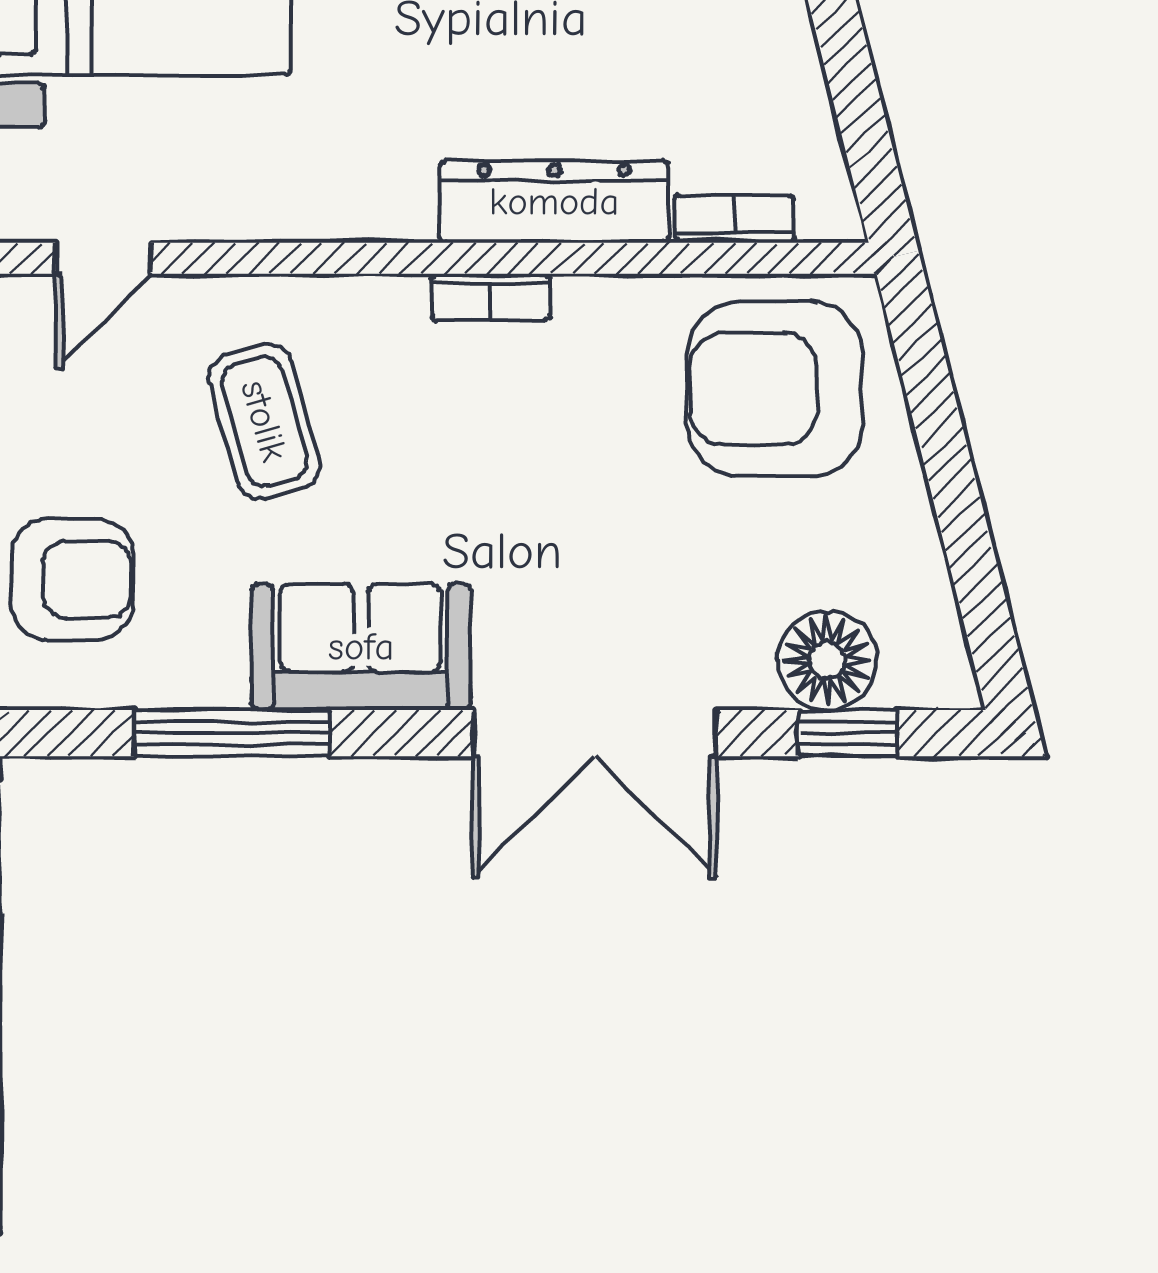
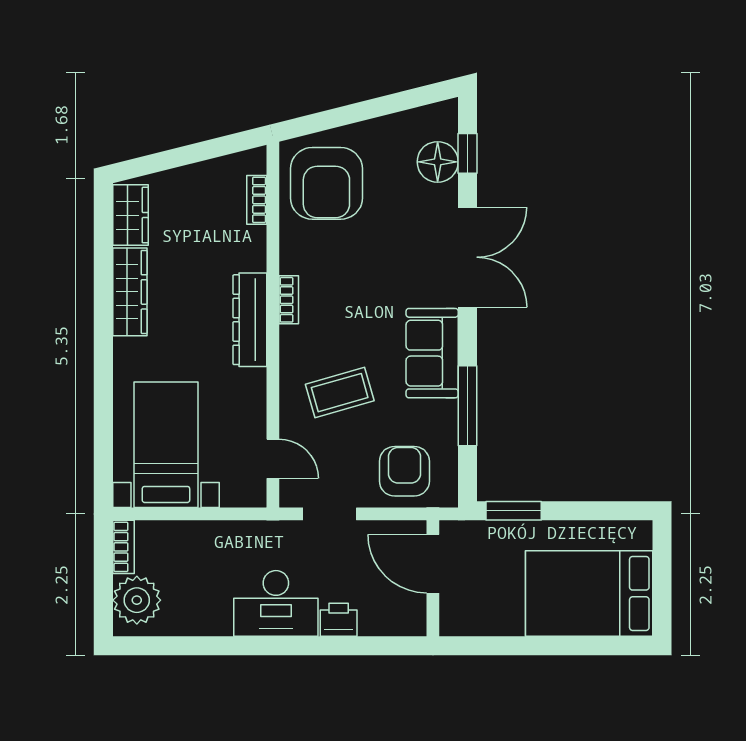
dresser: (554, 202) -> (250, 320), moved

